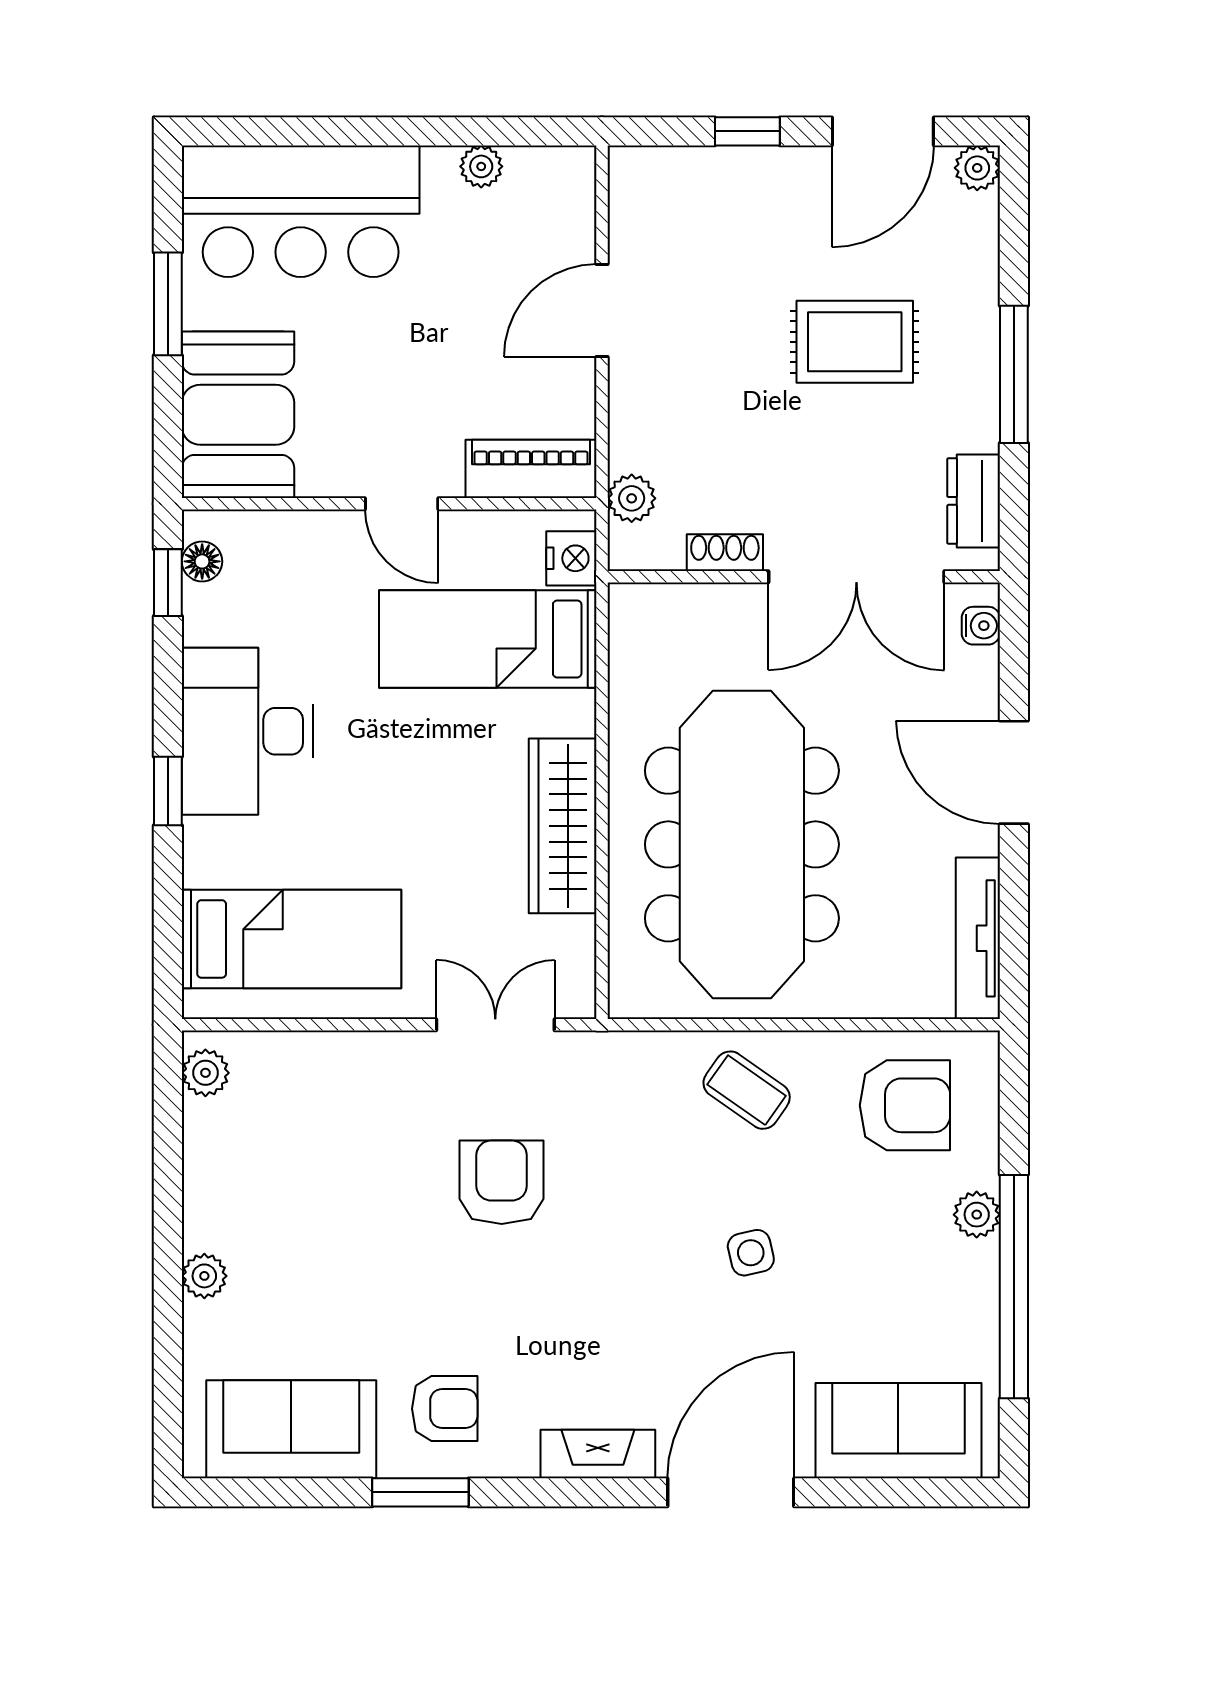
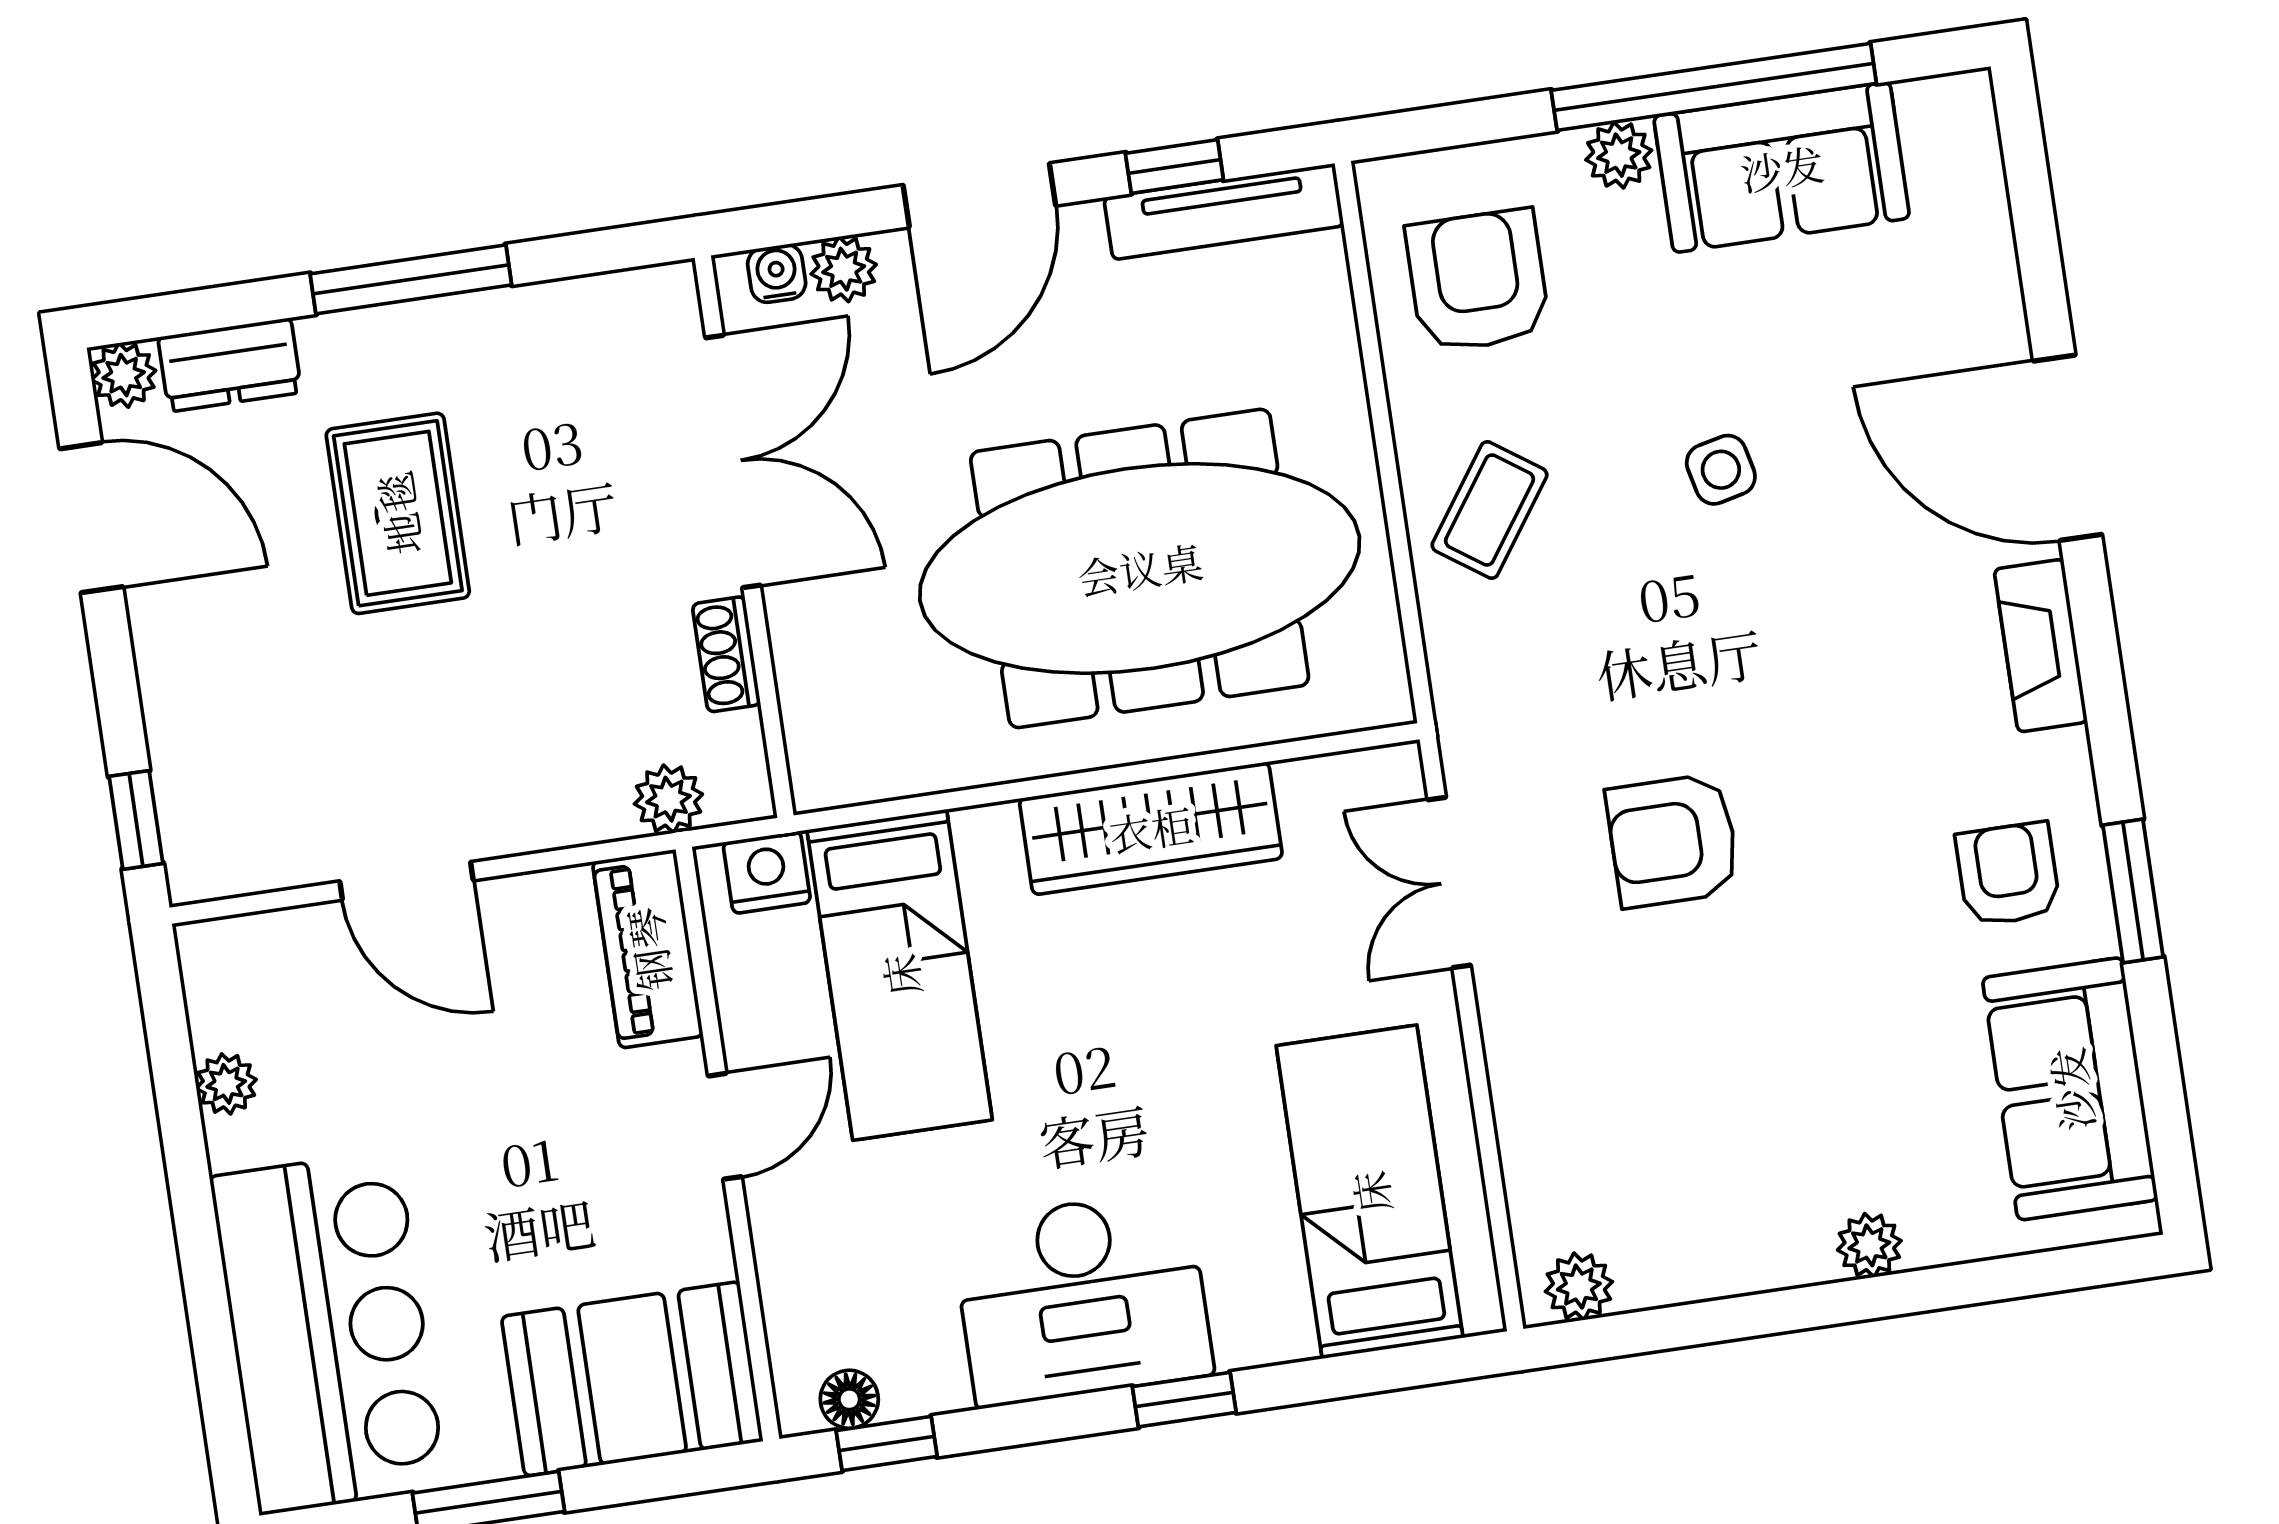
window: (747, 131) -> (136, 820), moved
dresser: (974, 501) -> (230, 365), moved
plant: (977, 672) -> (844, 269), added
window: (1014, 909) -> (1174, 167), added
sofa: (898, 1431) -> (1782, 167), moved, turned -90

